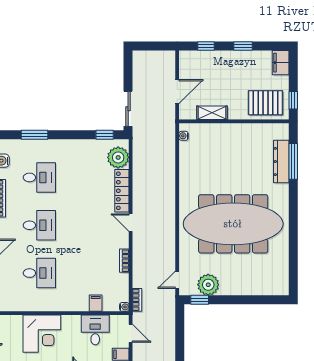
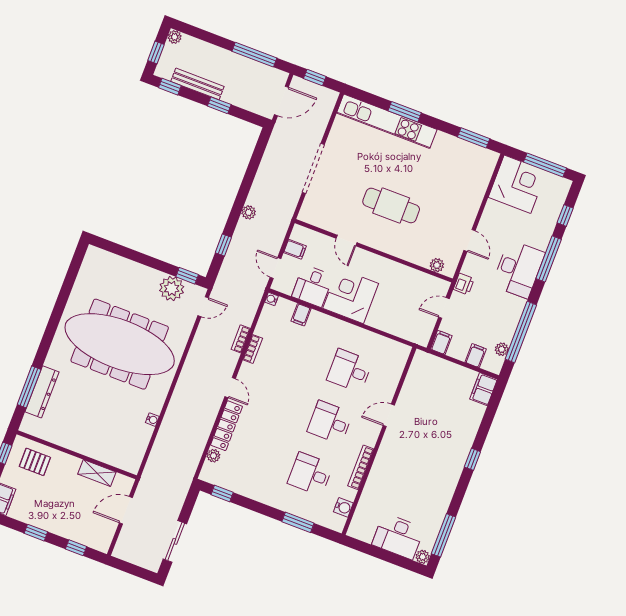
pallet: (266, 103) -> (35, 462), width x0.67, depth x0.71
sliding door: (128, 109) -> (175, 541), moved
water cooler: (184, 136) -> (152, 420), moved
plant: (118, 157) -> (213, 456), width x0.53, depth x0.53
bookcase: (137, 300) -> (241, 339), moved
corner desk: (42, 334) -> (351, 296), moved
window: (180, 336) -> (223, 245), added

